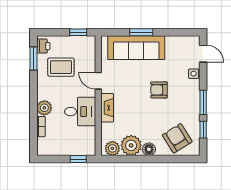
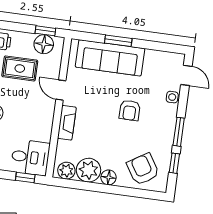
floor lamp: (78, 44) -> (44, 44), added
armchair: (159, 90) -> (130, 110), turned -90
desk: (80, 112) -> (30, 157), moved

